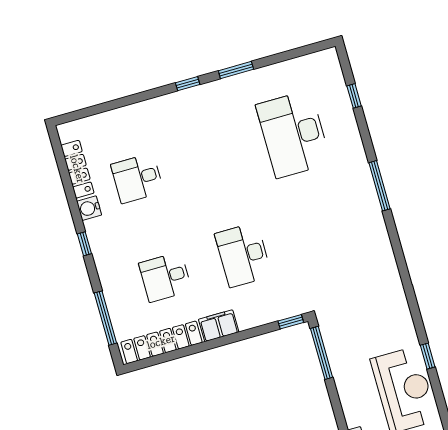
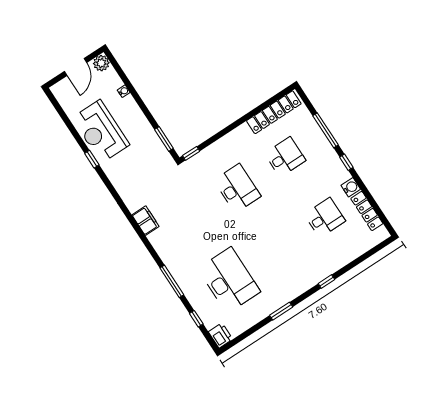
printer: (328, 63) -> (221, 335), added
window: (188, 84) -> (326, 282), moved
window: (379, 186) -> (172, 281), moved
window: (105, 318) -> (326, 130), moved
filing cabinet: (219, 326) -> (145, 221), moved, turned -90
window: (322, 353) -> (164, 139), width x0.69

